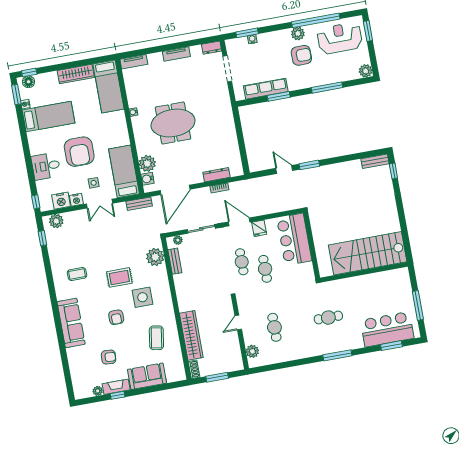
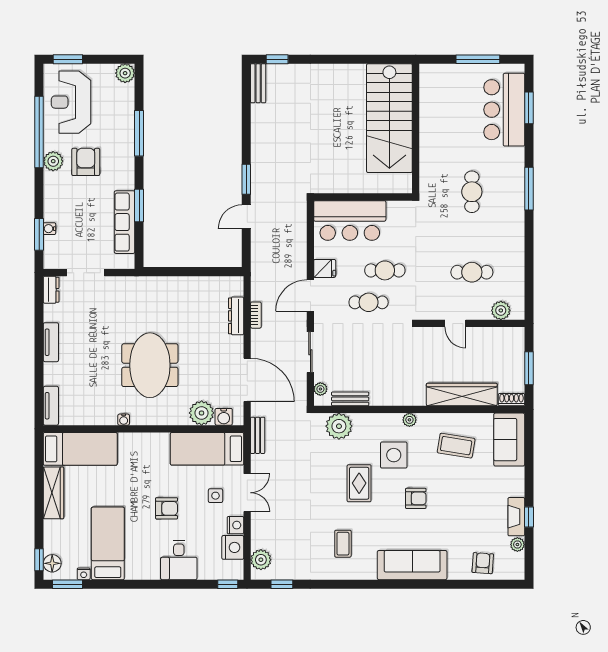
armchair: (79, 152) -> (167, 508), width x0.53, depth x0.53
plant: (168, 303) -> (409, 420), added
armchair: (109, 357) -> (483, 563), moved
sofa: (147, 376) -> (509, 440), moved

